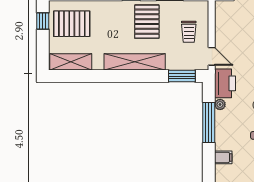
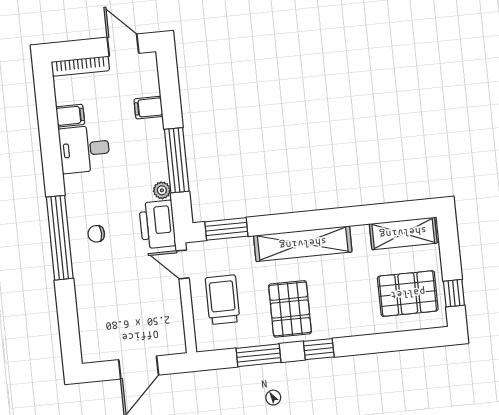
trolley: (189, 32) -> (223, 300), width x1.36, depth x1.39

